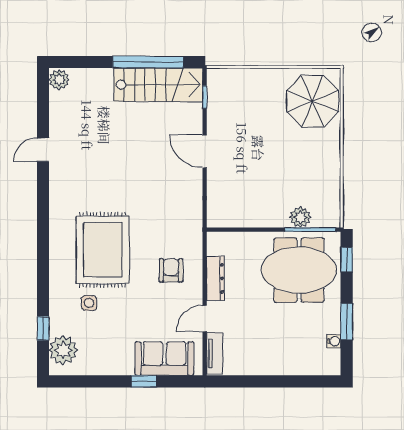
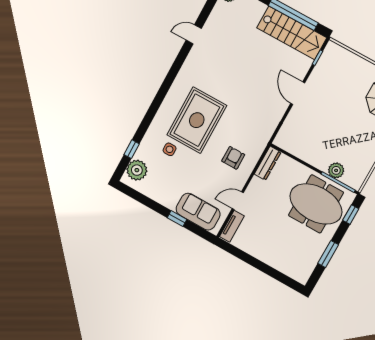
dresser: (215, 278) -> (268, 163), moved
water cooler: (334, 341) -> (313, 262), removed

